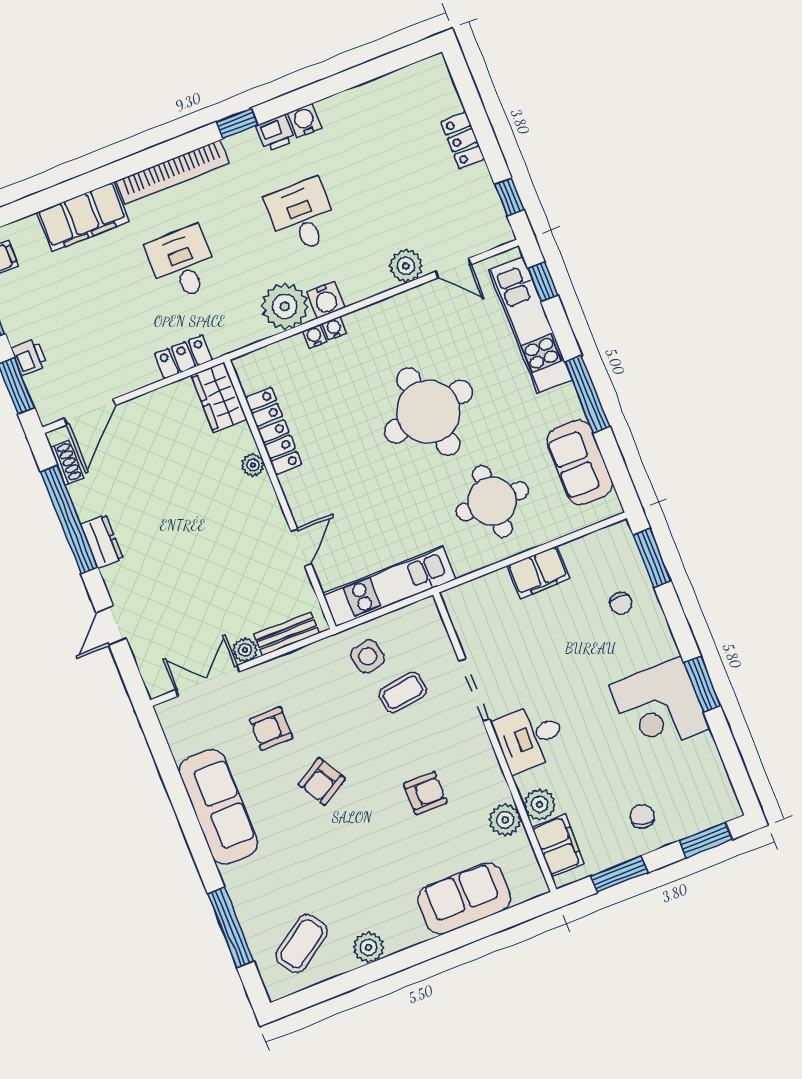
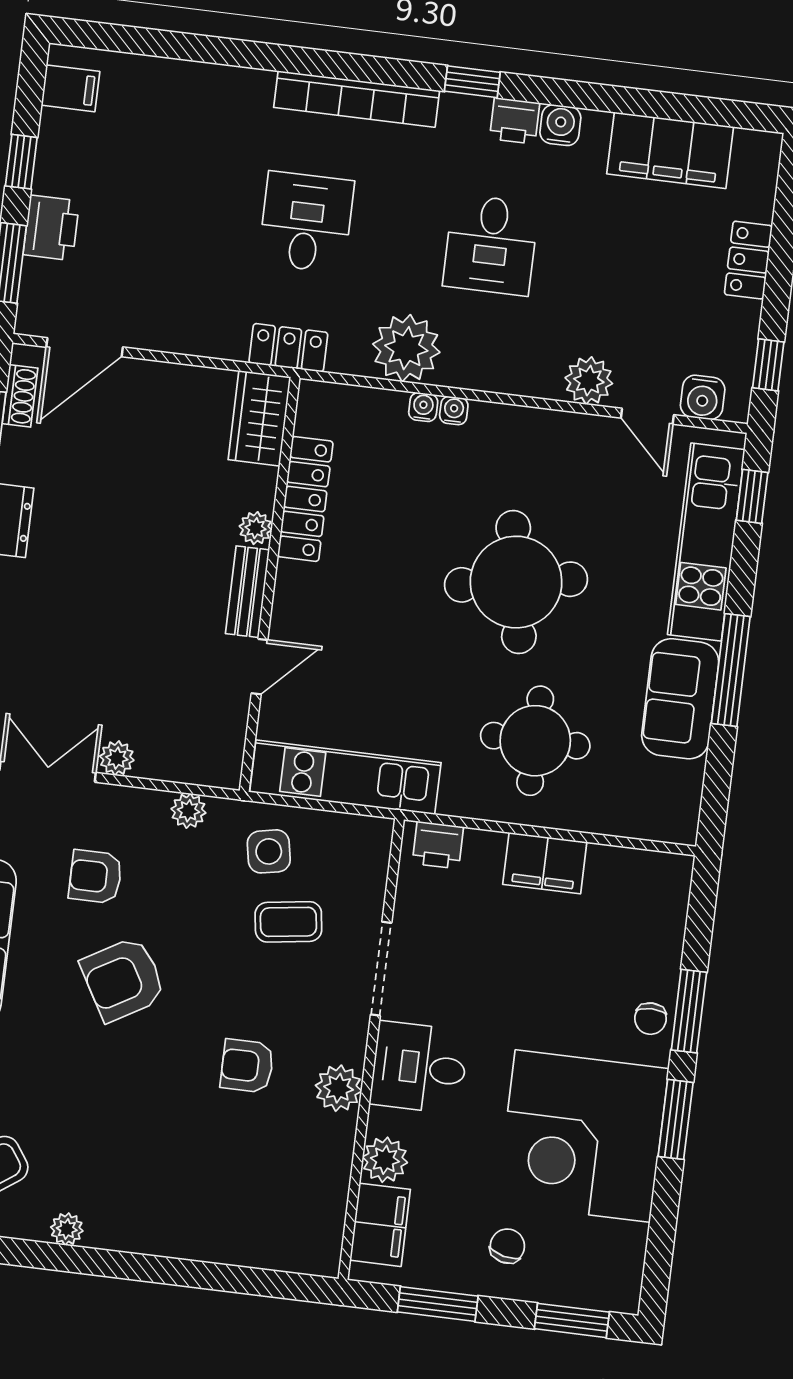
desk: (302, 216) -> (491, 245), turned 180
filing cabinet: (83, 217) -> (670, 150), moved
water cooler: (326, 300) -> (703, 397), moved
printer: (29, 357) -> (51, 228), width x1.36, depth x1.24
locker: (183, 357) -> (288, 348), moved
sofa: (580, 462) -> (680, 699), moved
window: (652, 558) -> (689, 1011), moved
printer: (468, 597) -> (438, 845), added
chair: (621, 603) -> (651, 1019), moved
bench: (287, 634) -> (247, 592), moved, turned 90
plant: (306, 658) -> (188, 811), added
corner desk: (659, 707) -> (583, 1136), width x1.36, depth x1.36
armchair: (322, 782) -> (123, 979), width x1.38, depth x1.38
armchair: (425, 793) -> (247, 1066), turned 180
plant: (505, 820) -> (339, 1088), moved
sofa: (464, 899) -> (223, 1227), removed
plant: (368, 947) -> (67, 1229), width x0.73, depth x0.73

